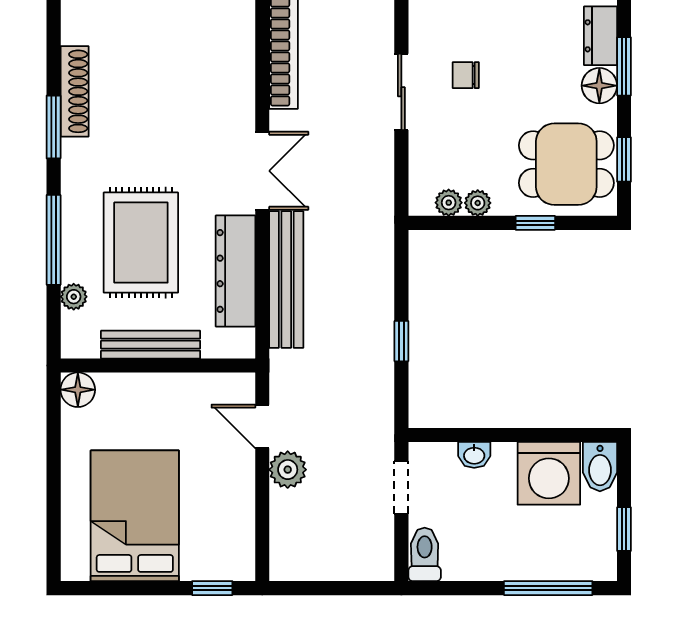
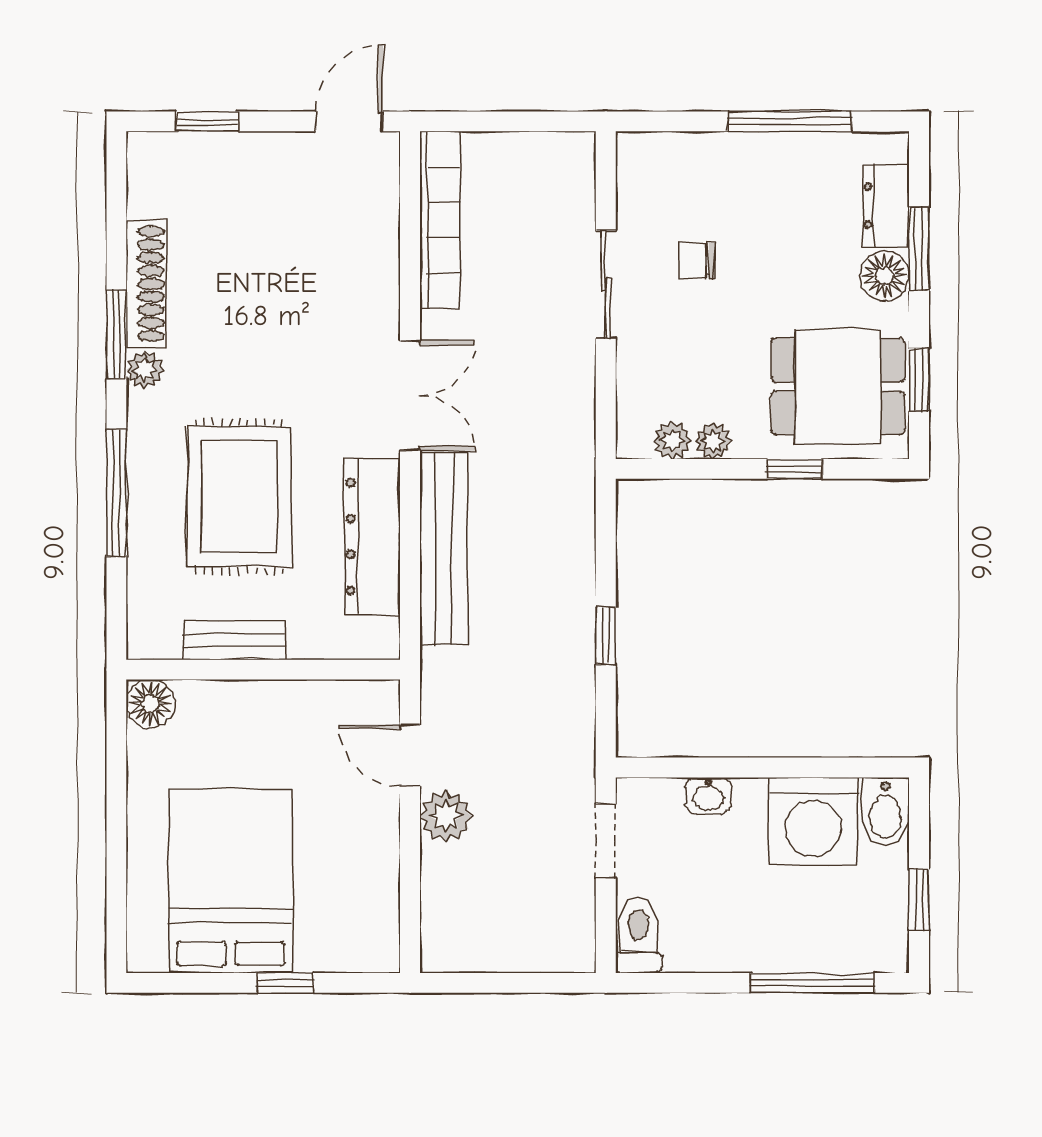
plant: (74, 297) -> (145, 370), moved
bench: (151, 345) -> (234, 640), width x0.73
window: (212, 588) -> (285, 983), moved

